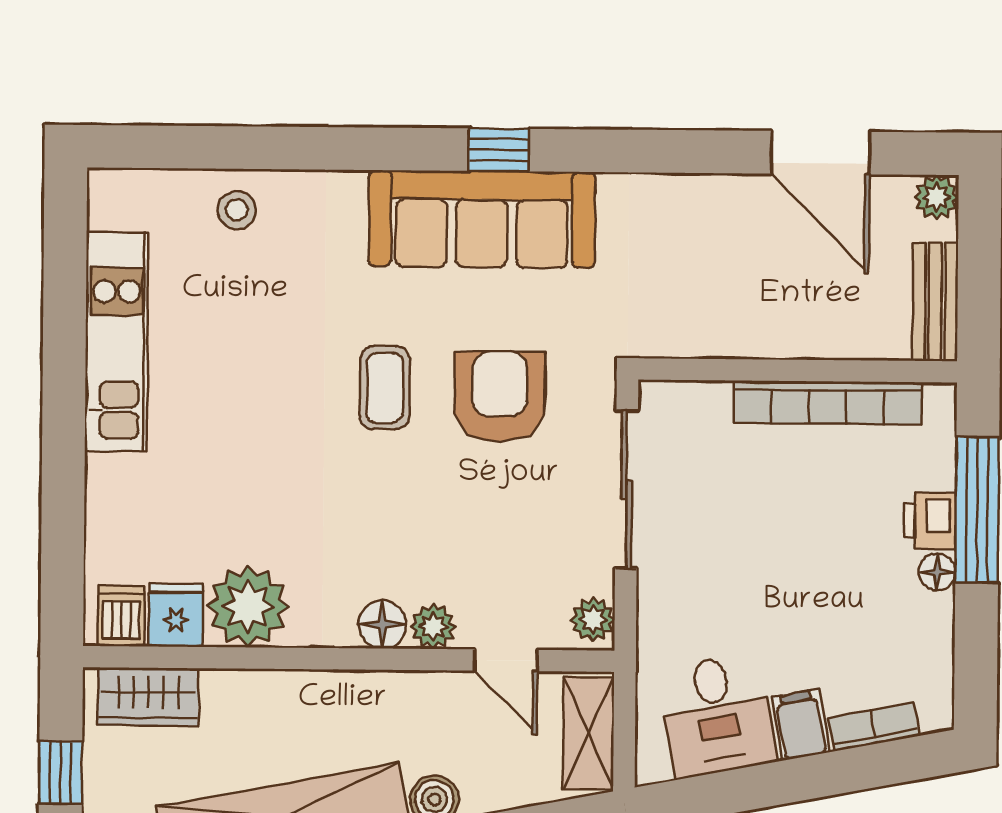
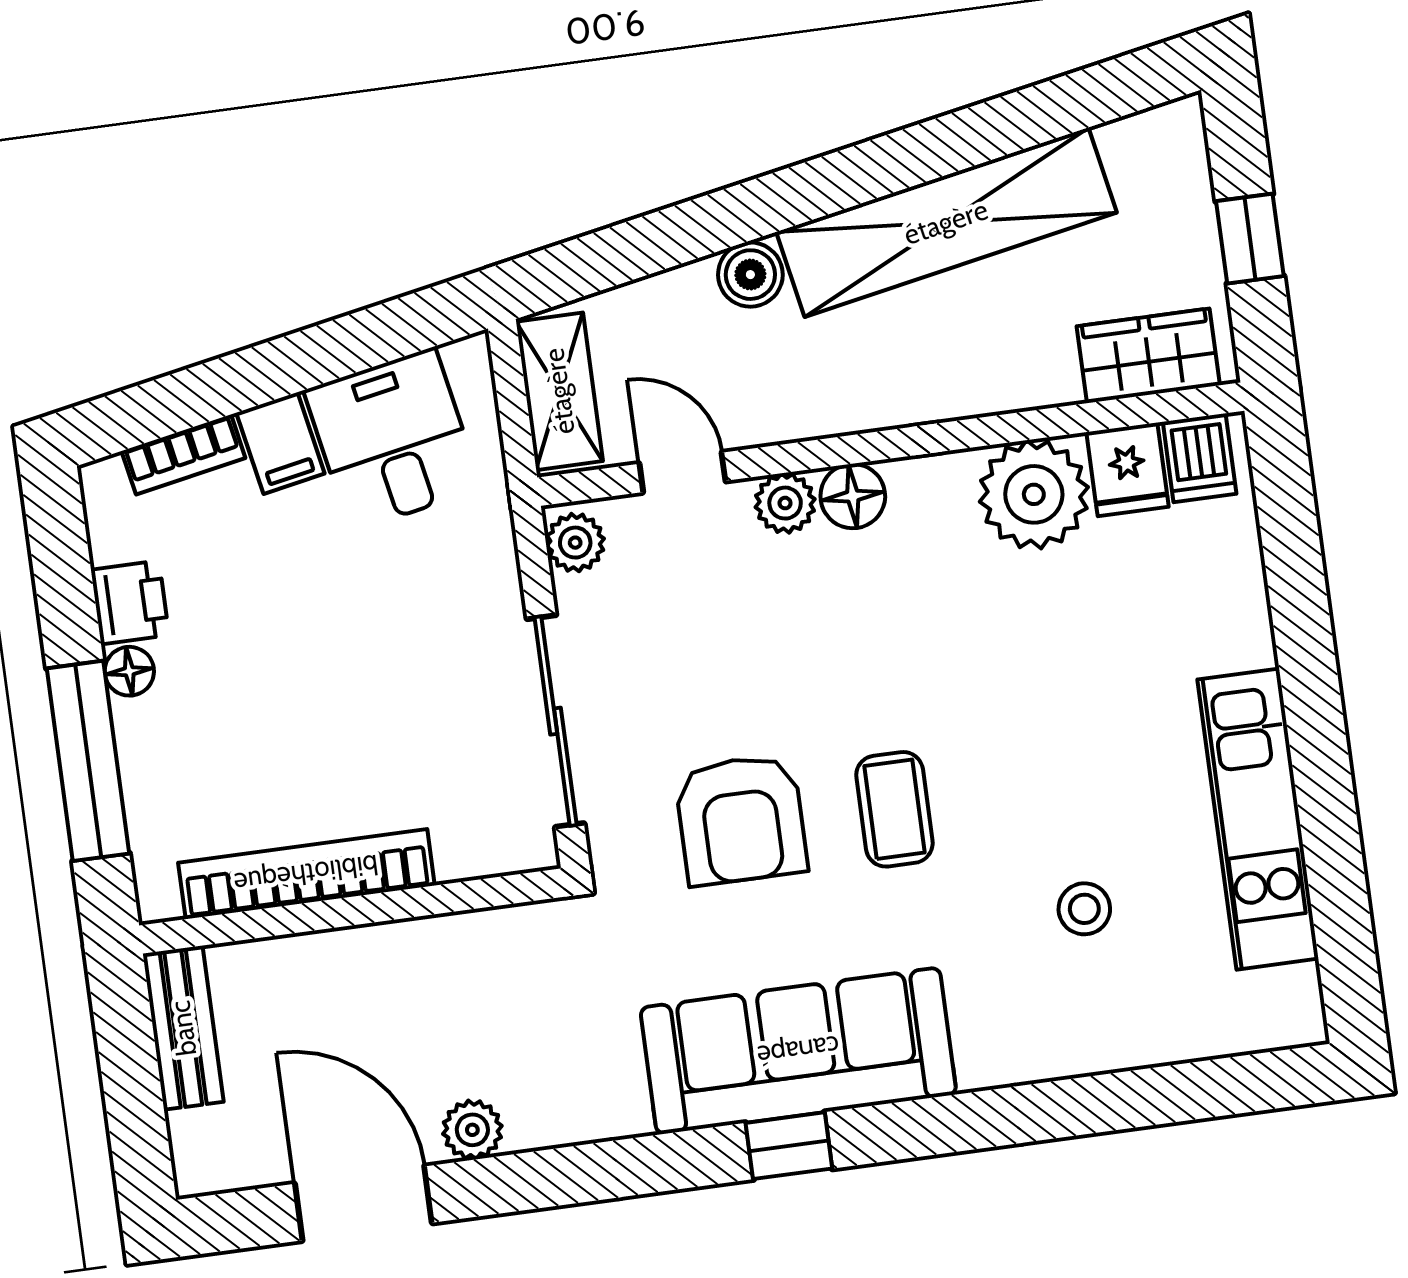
plant: (936, 197) -> (472, 1130), moved
stool: (237, 210) -> (1084, 909), moved
printer: (930, 521) -> (130, 602), moved

